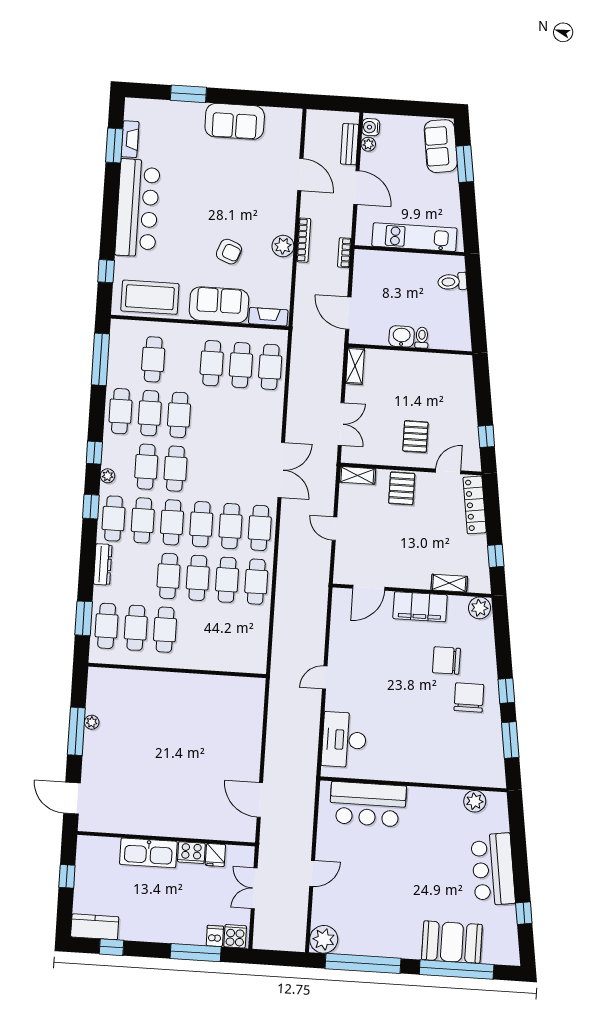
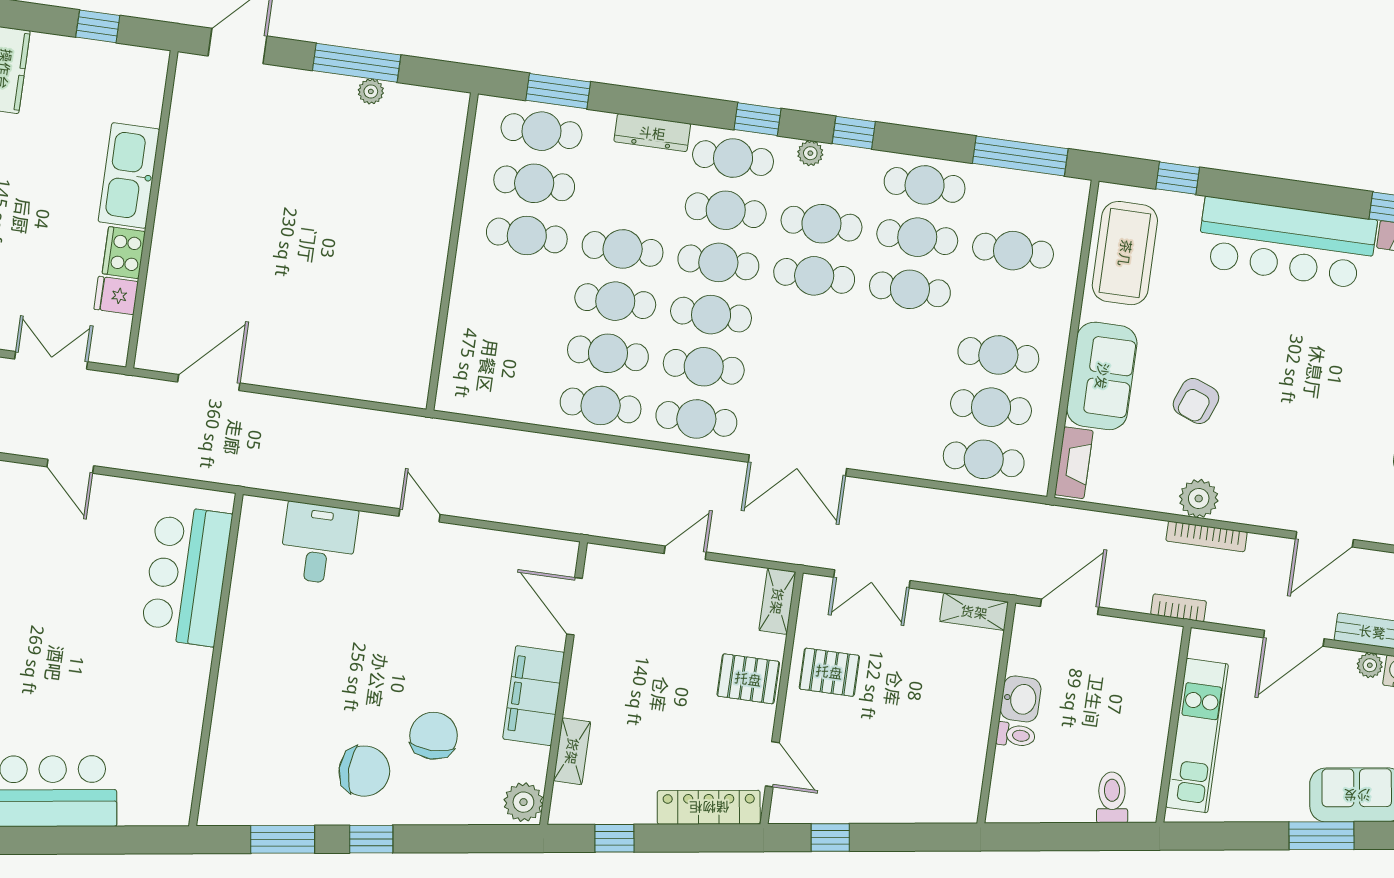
pallet: (415, 437) -> (829, 672), moved
desk: (344, 740) -> (318, 543), width x0.73
plant: (475, 801) -> (178, 767), removed

